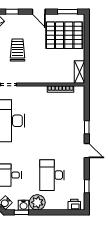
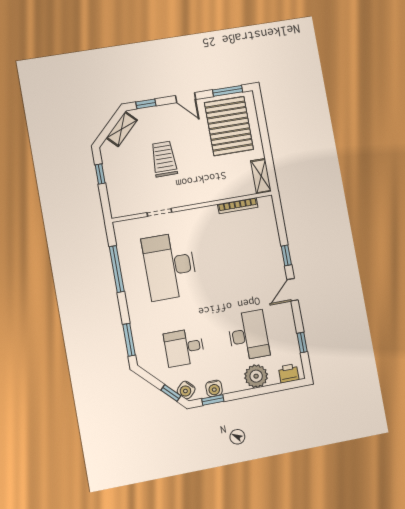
pallet: (64, 35) -> (229, 126), turned 90
door: (87, 151) -> (293, 290), swing flipped
desk: (52, 175) -> (248, 335), turned 180
plant: (37, 202) -> (256, 376), moved

